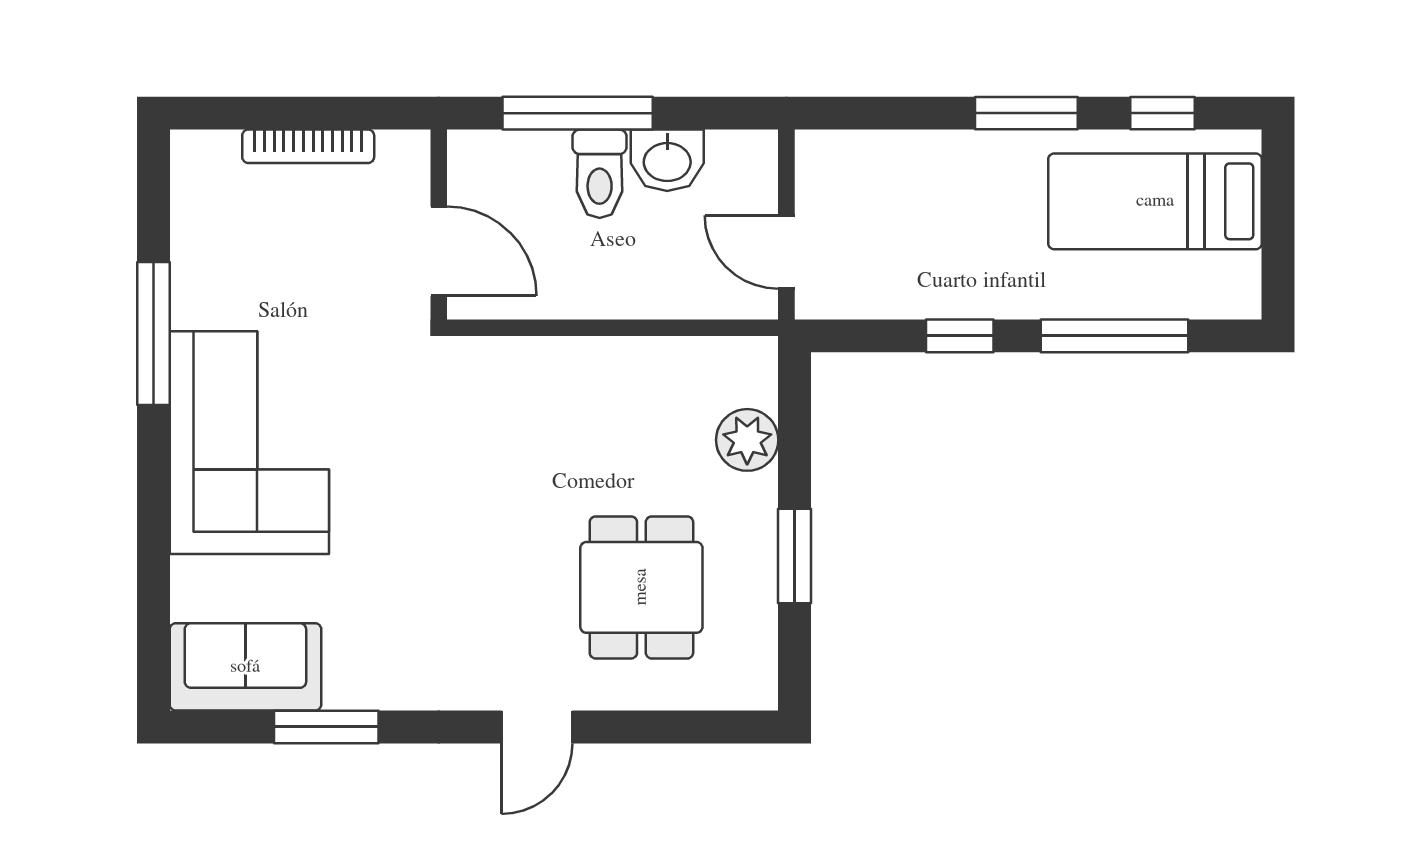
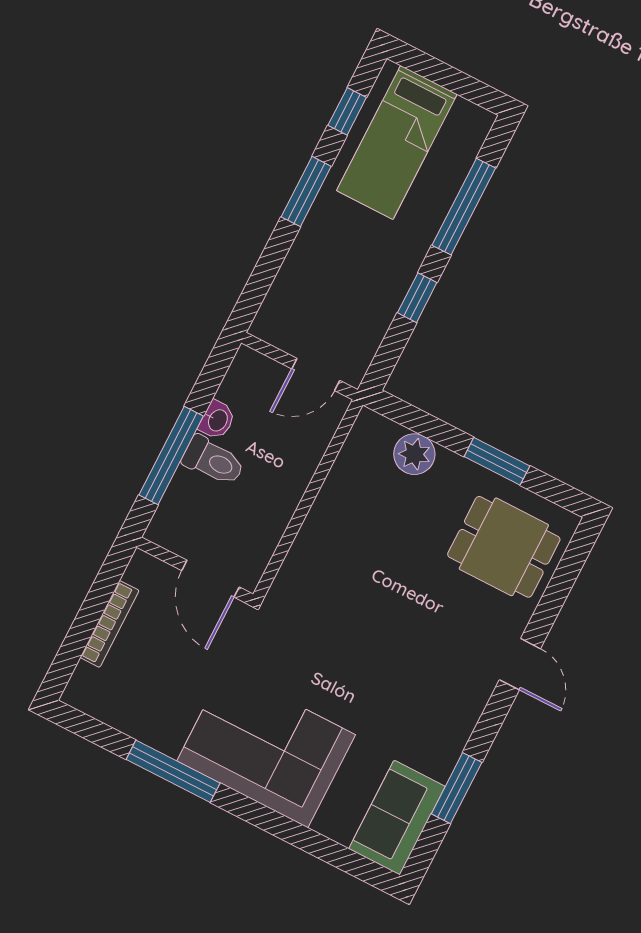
washbasin: (667, 160) -> (217, 420), width x0.72, depth x0.69
door: (439, 251) -> (210, 579), swing flipped
dining table: (641, 587) -> (504, 547), moved

